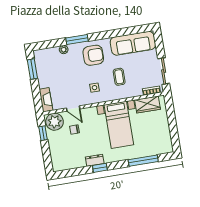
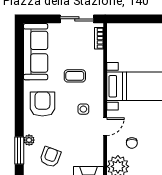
window: (77, 40) -> (19, 151), moved
armchair: (53, 68) -> (50, 157), added
wardrobe: (147, 105) -> (116, 46), removed
door: (73, 108) -> (105, 127), moved

